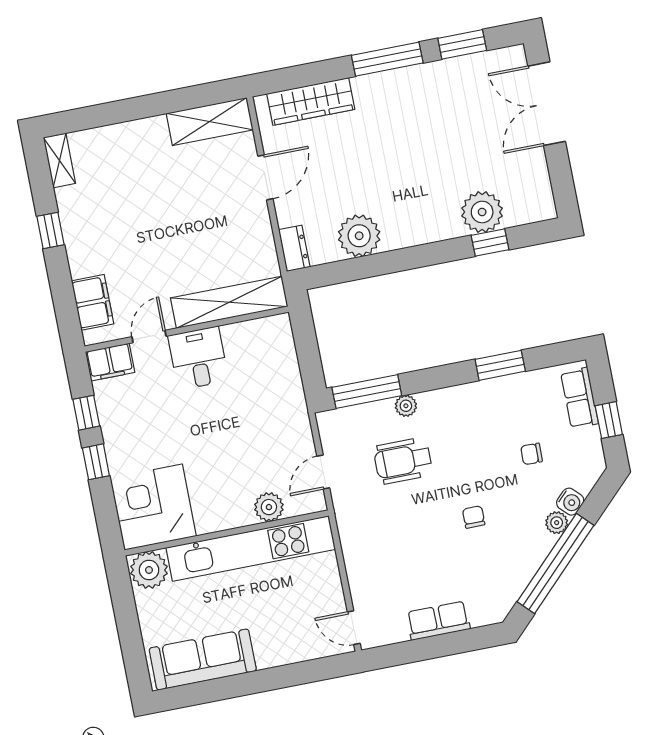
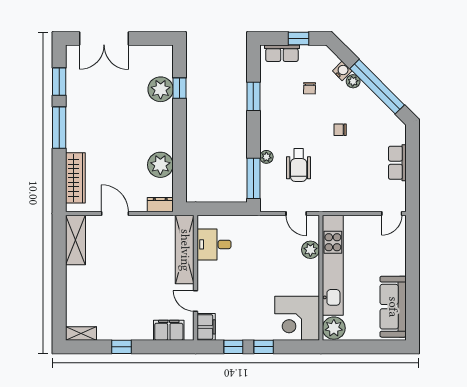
desk: (198, 358) -> (214, 244), moved

